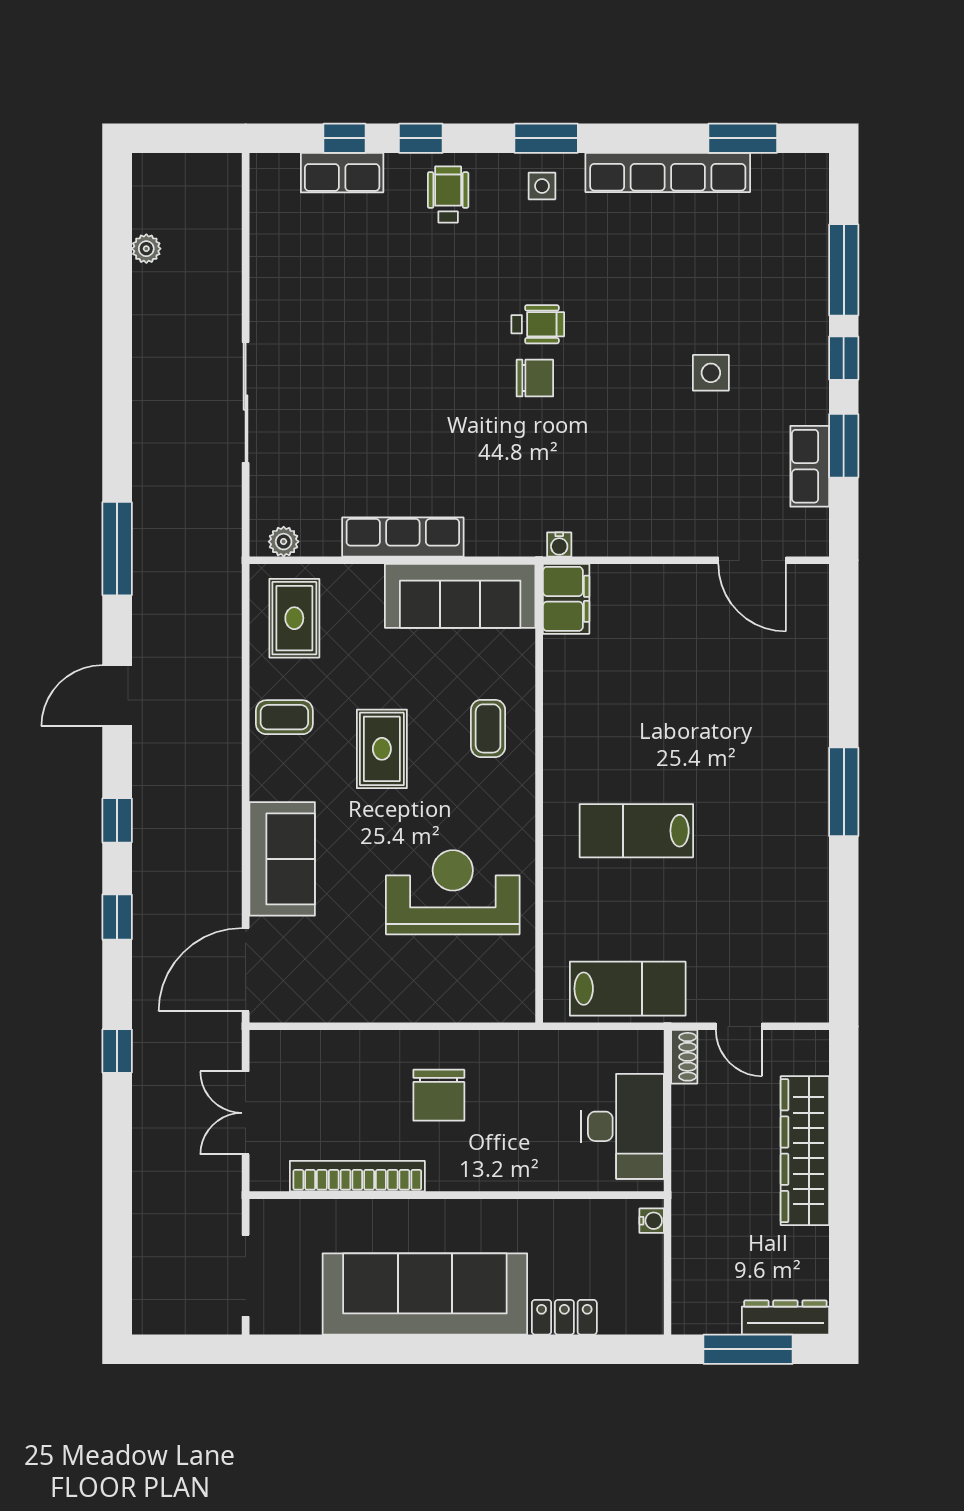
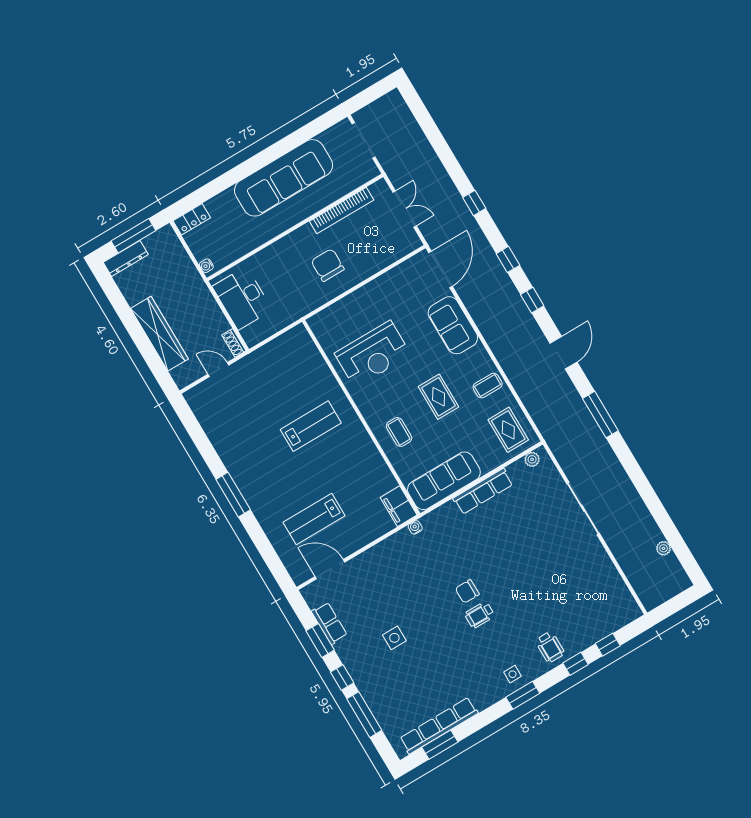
row of seats: (342, 173) -> (600, 630), removed
row of seats: (668, 173) -> (439, 726), moved
lab bench: (628, 989) -> (314, 519), moved
locker: (564, 1317) -> (192, 219), moved

